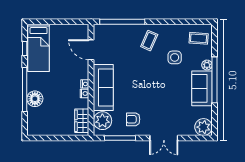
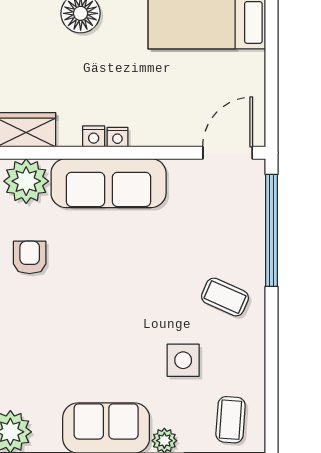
door: (91, 50) -> (228, 153), moved

